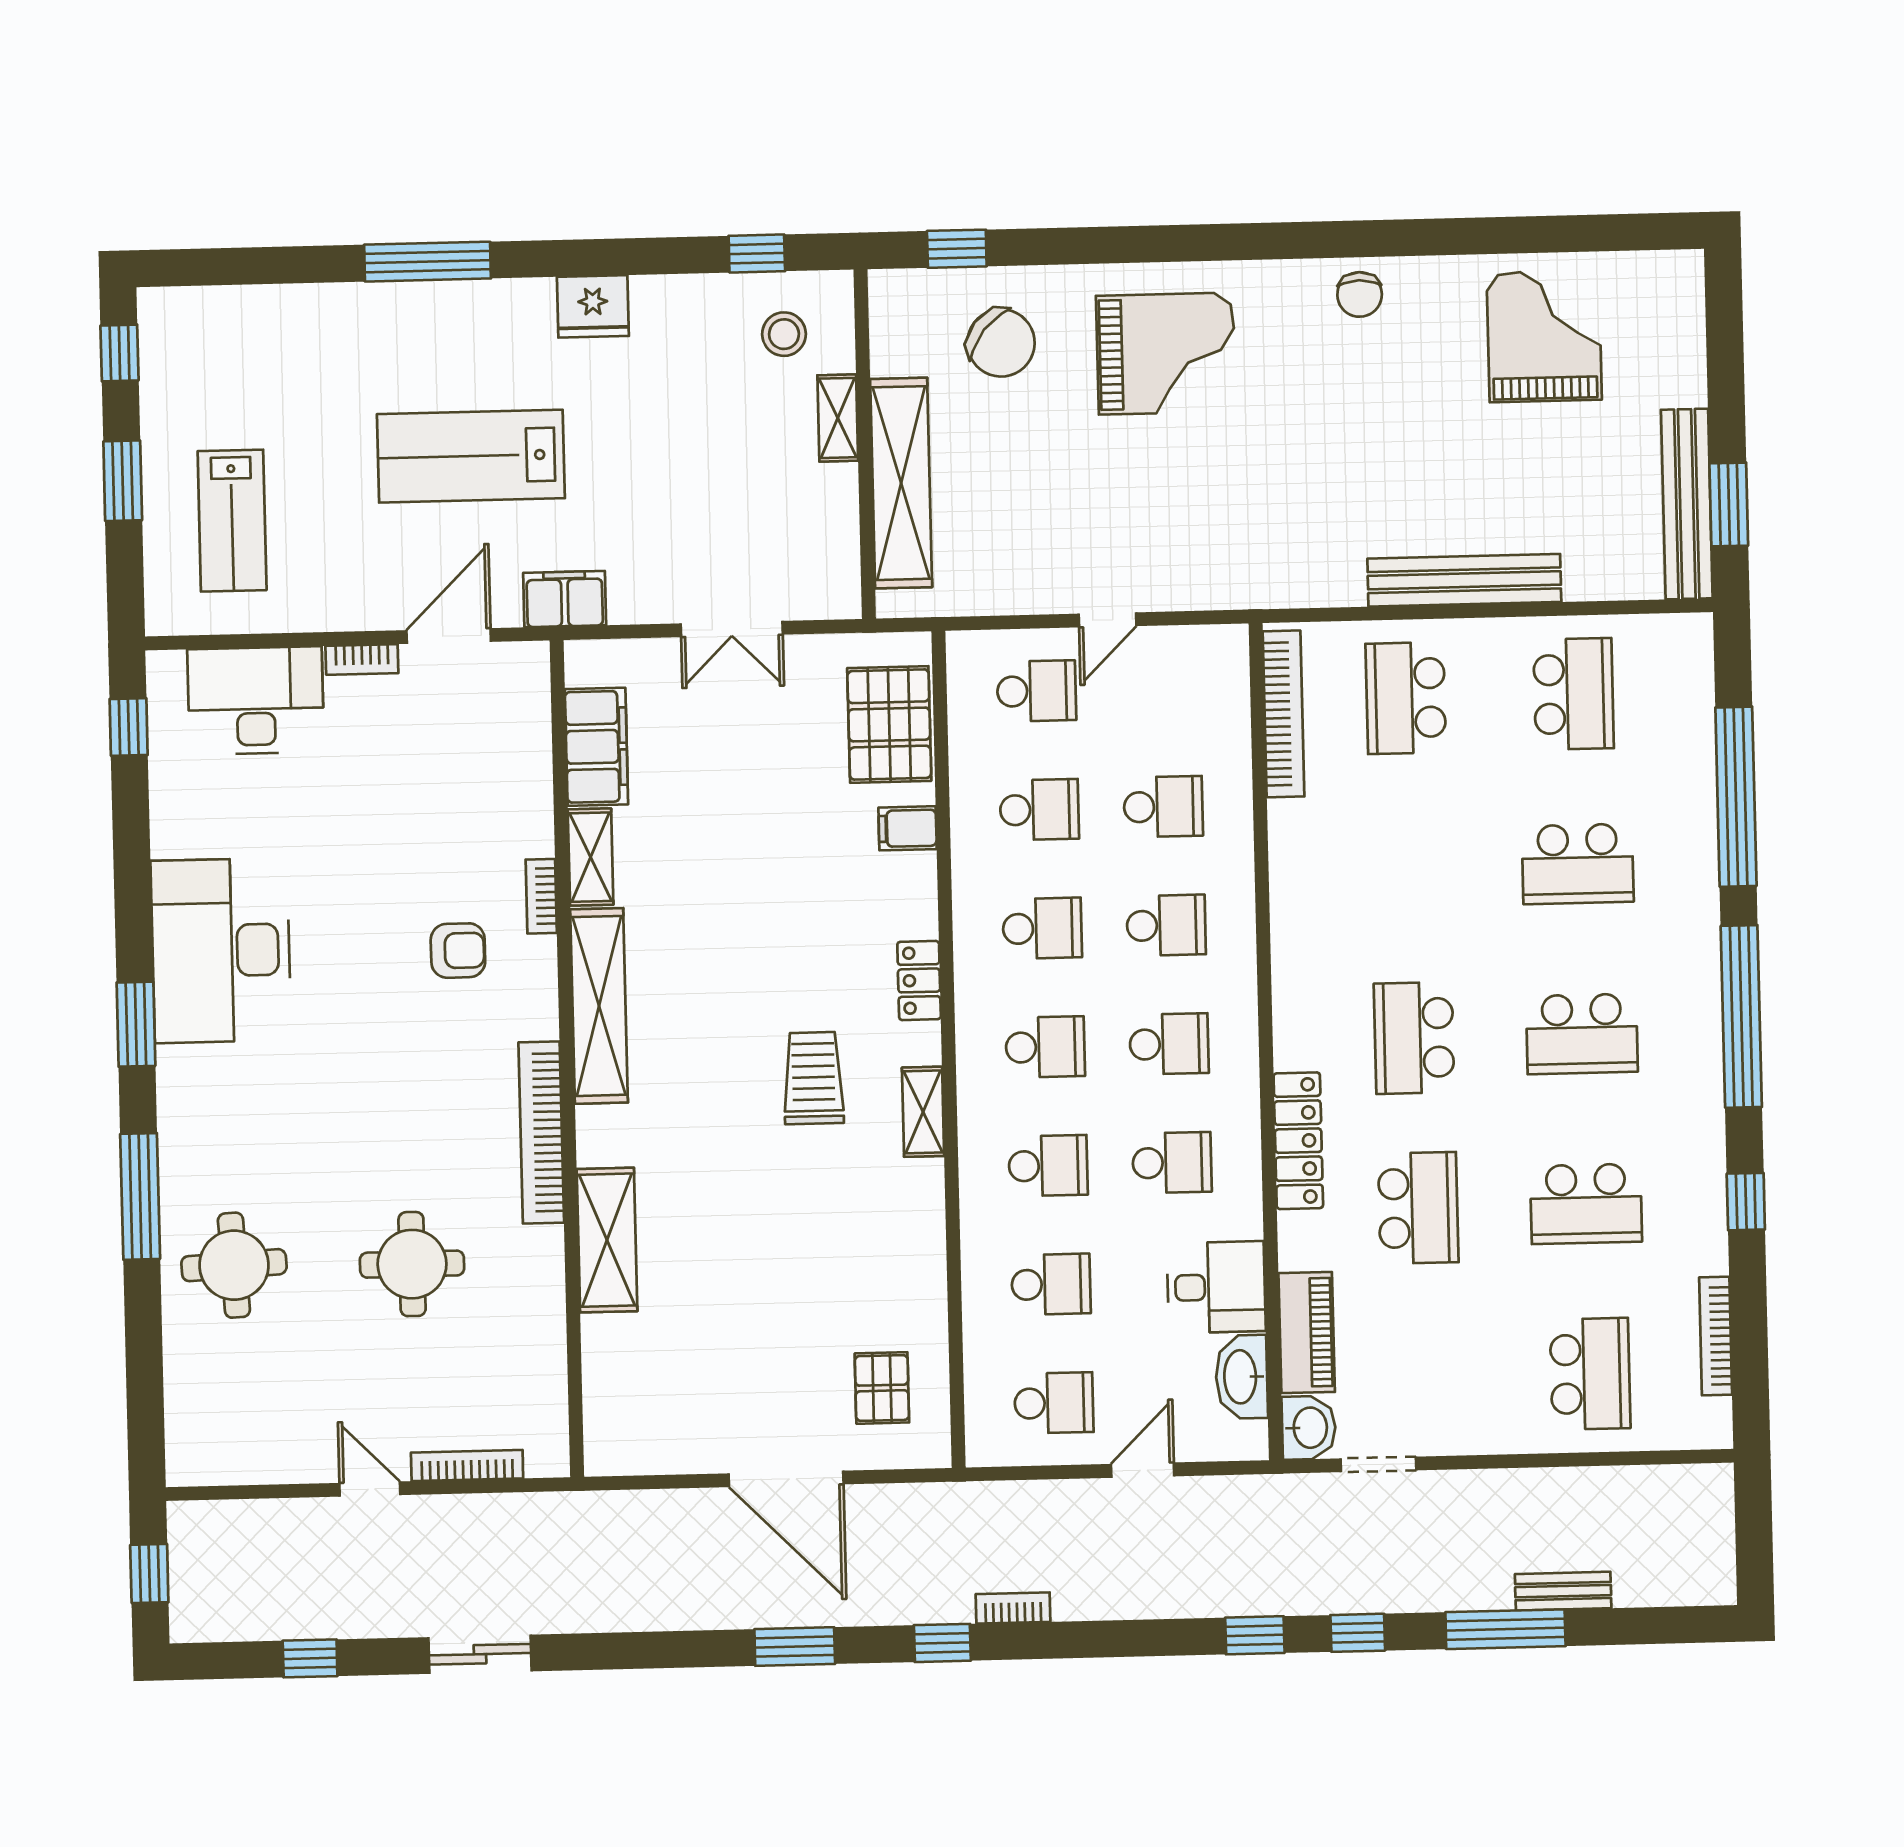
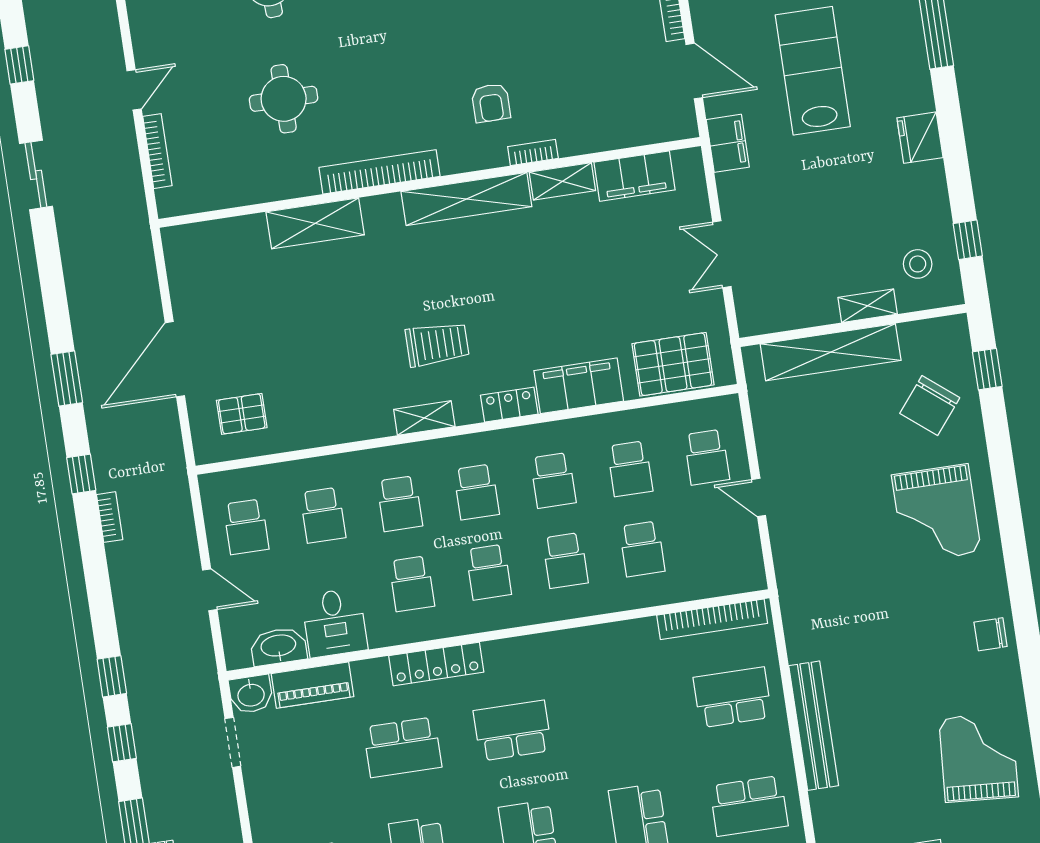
grand piano: (1544, 336) -> (979, 758), turned -86
filing cabinet: (908, 828) -> (579, 386), width x3.00, depth x1.17

